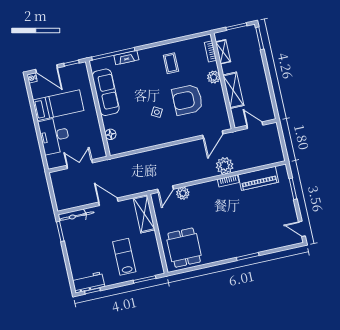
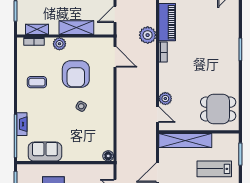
sofa: (106, 92) -> (45, 152), width x0.73
floor lamp: (111, 134) -> (108, 156), moved
plant: (225, 166) -> (148, 35), moved
shelving: (144, 214) -> (185, 140), width x1.47

